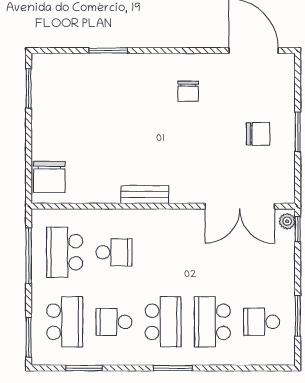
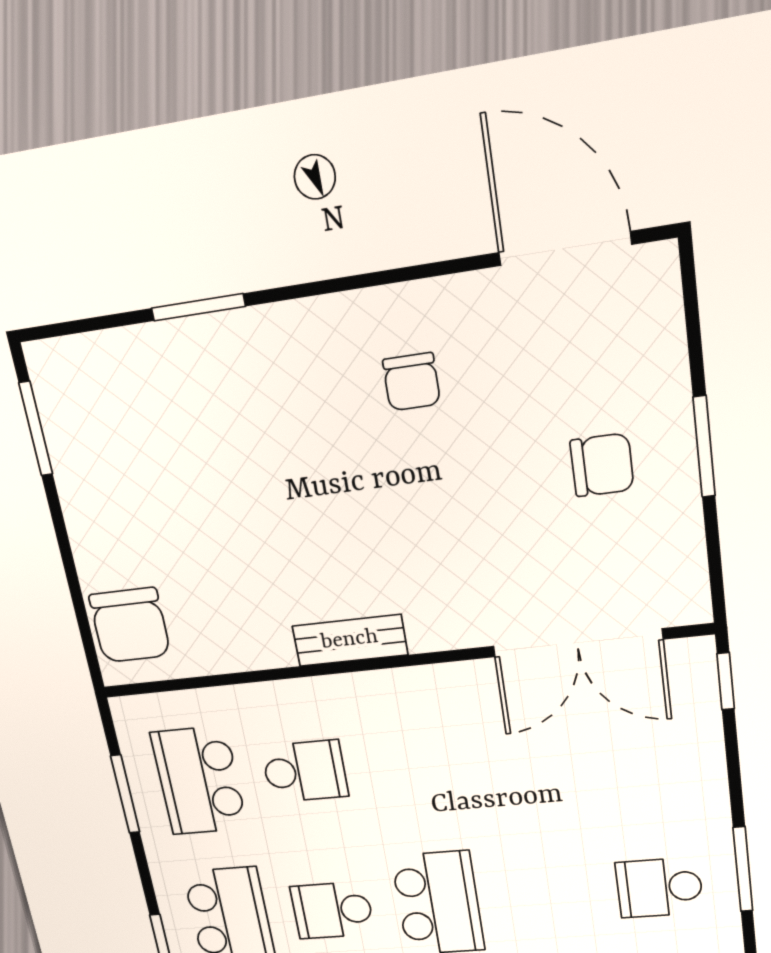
plant: (287, 221) -> (698, 665), removed
window: (29, 256) -> (125, 794), width x0.69
school desk: (212, 322) -> (547, 895), removed

